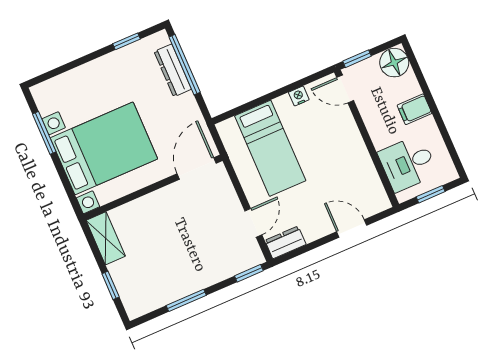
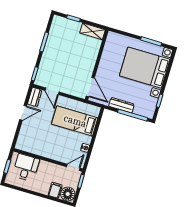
dresser: (173, 70) -> (121, 105), moved
filing cabinet: (414, 109) -> (55, 190), moved
bed with nightstands: (104, 148) -> (145, 68), moved, turned 90
door: (352, 228) -> (23, 113), moved

